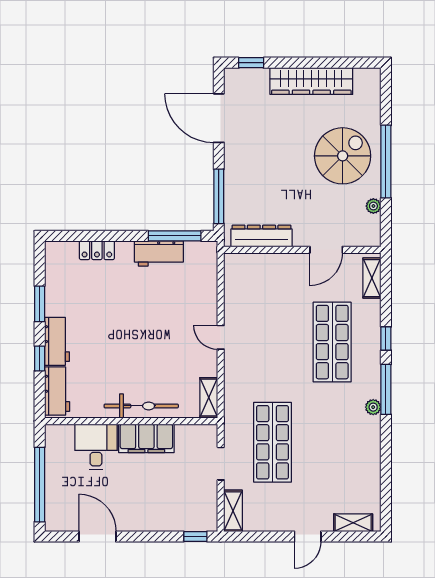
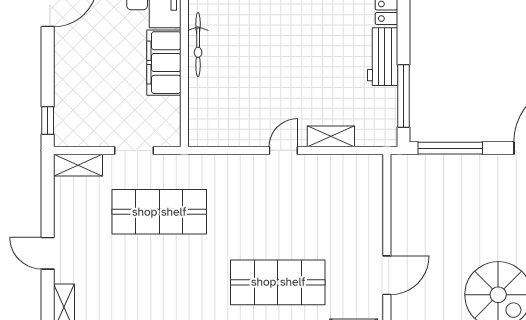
dresser: (261, 236) -> (403, 199), removed
door: (326, 250) -> (387, 275), swing flipped
workbench: (159, 253) -> (383, 57), moved
shelving: (209, 397) -> (331, 136), moved
bicycle: (141, 406) -> (198, 45), width x0.73, depth x0.71

